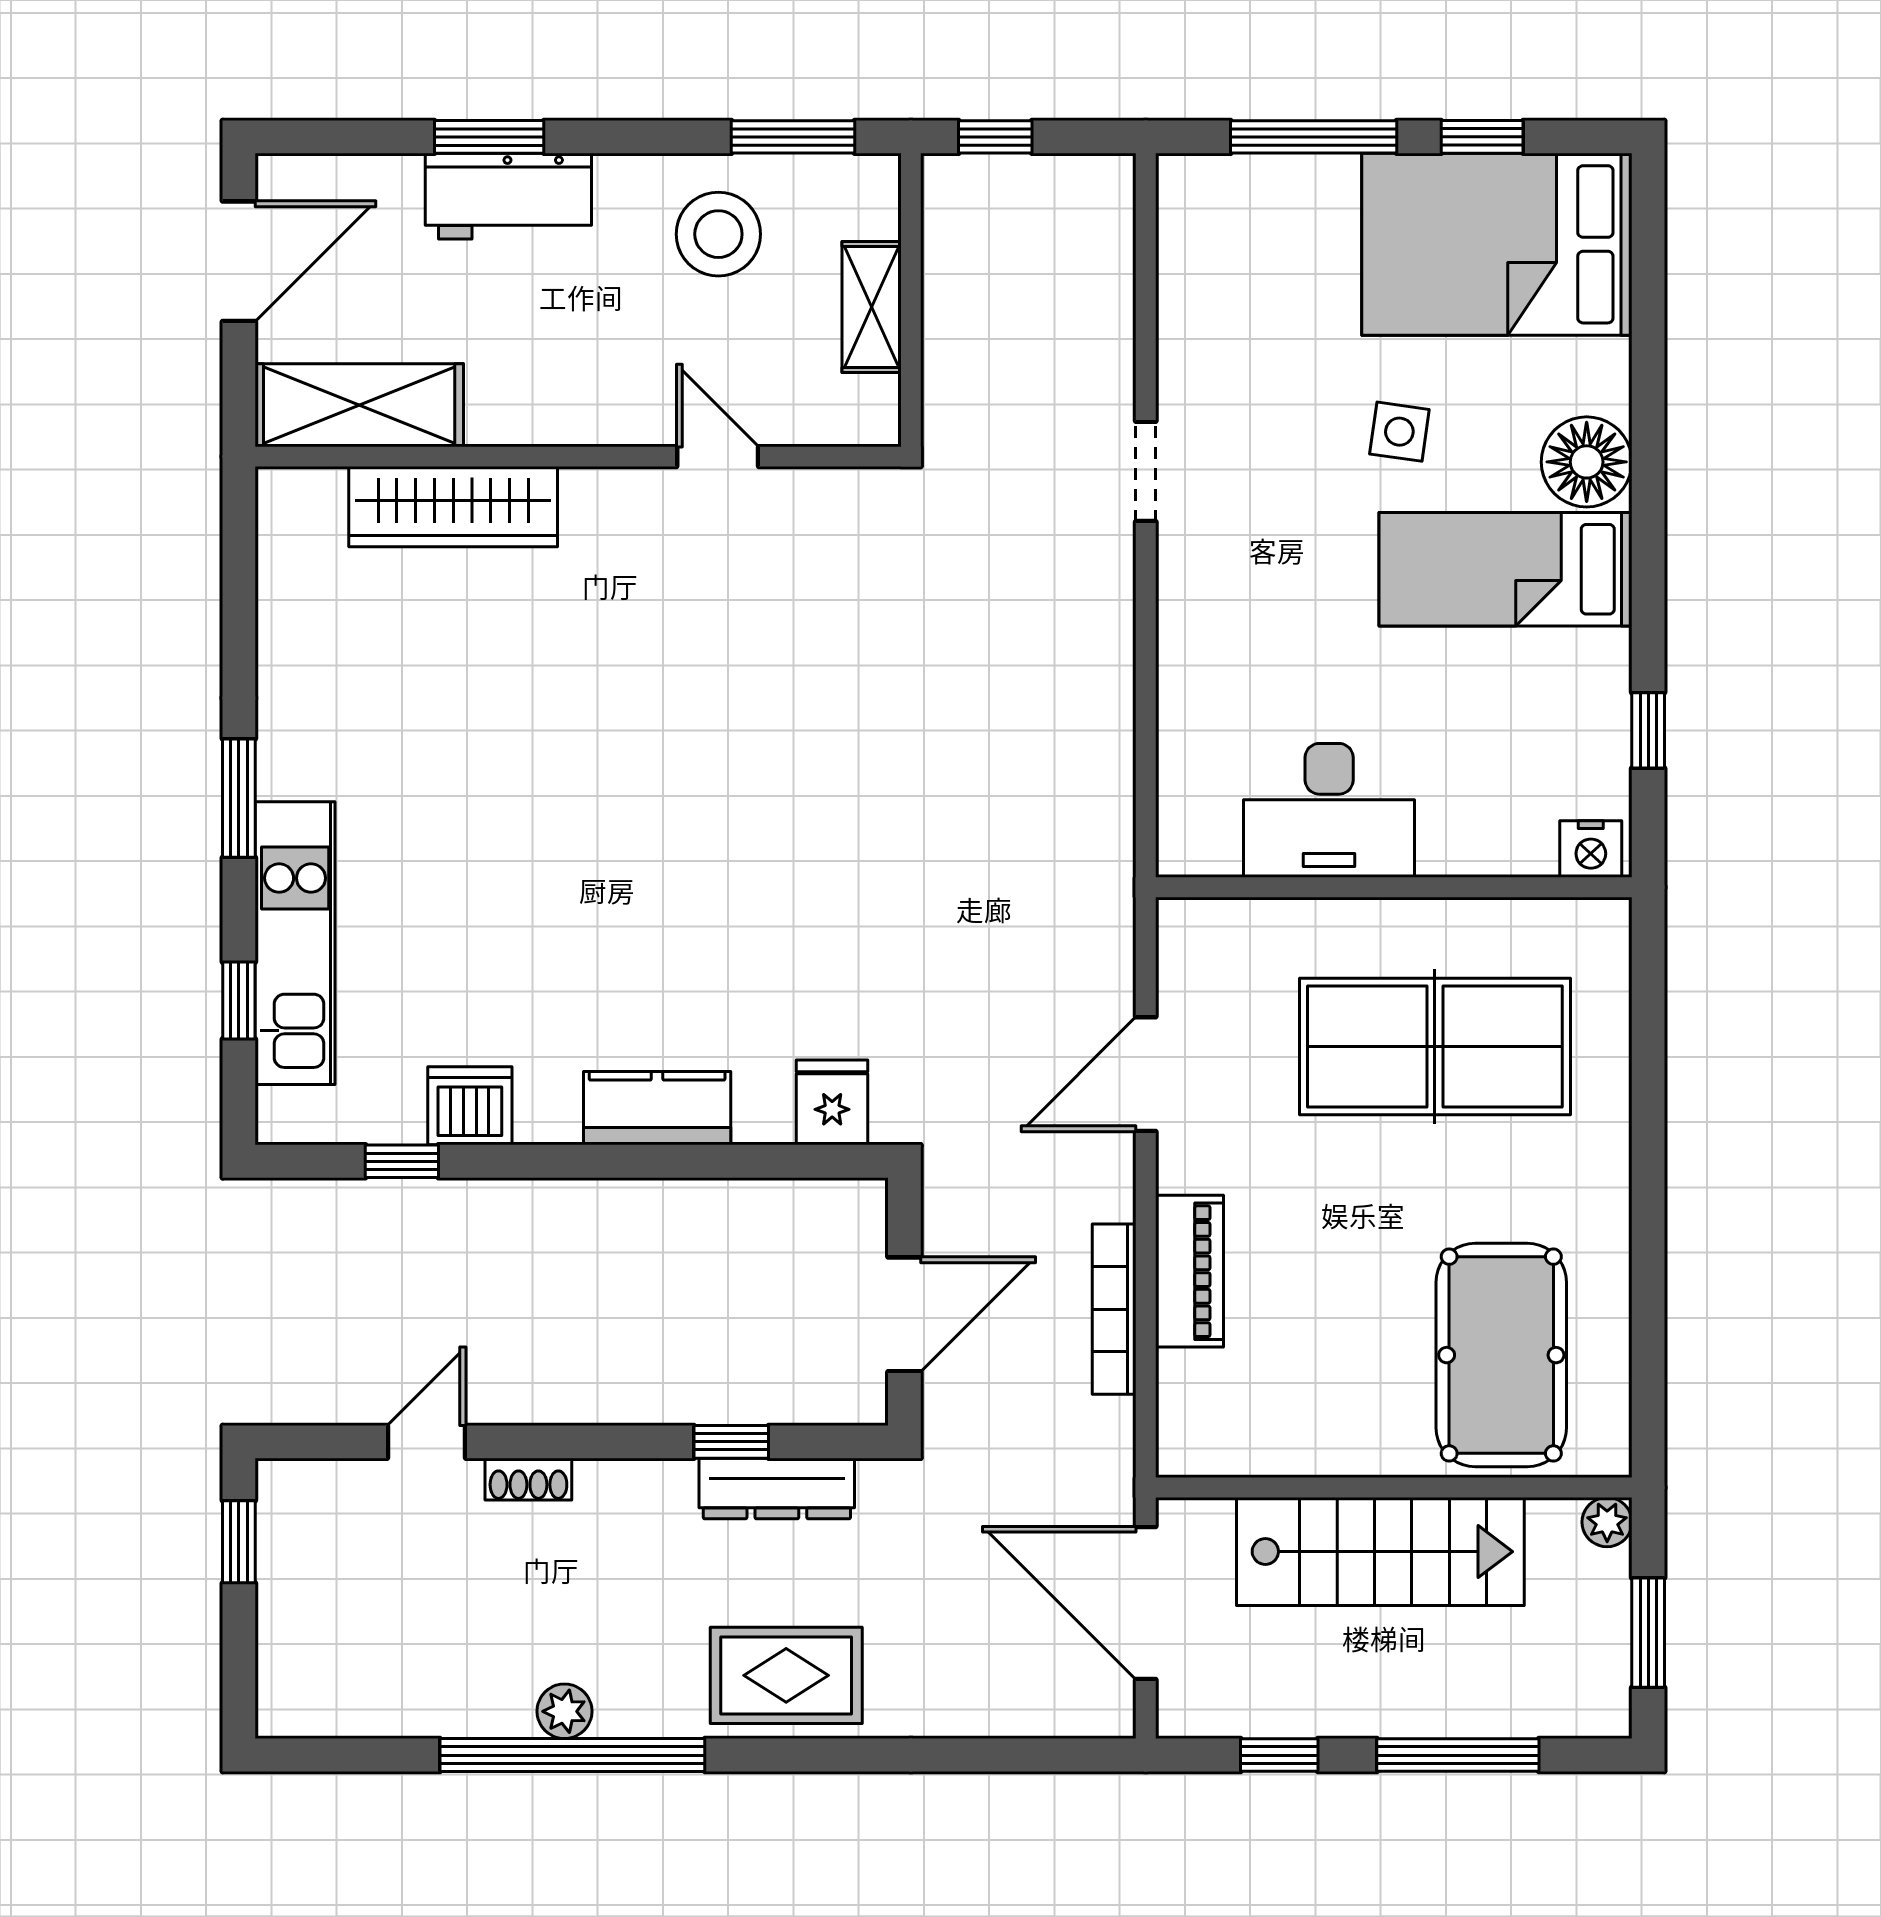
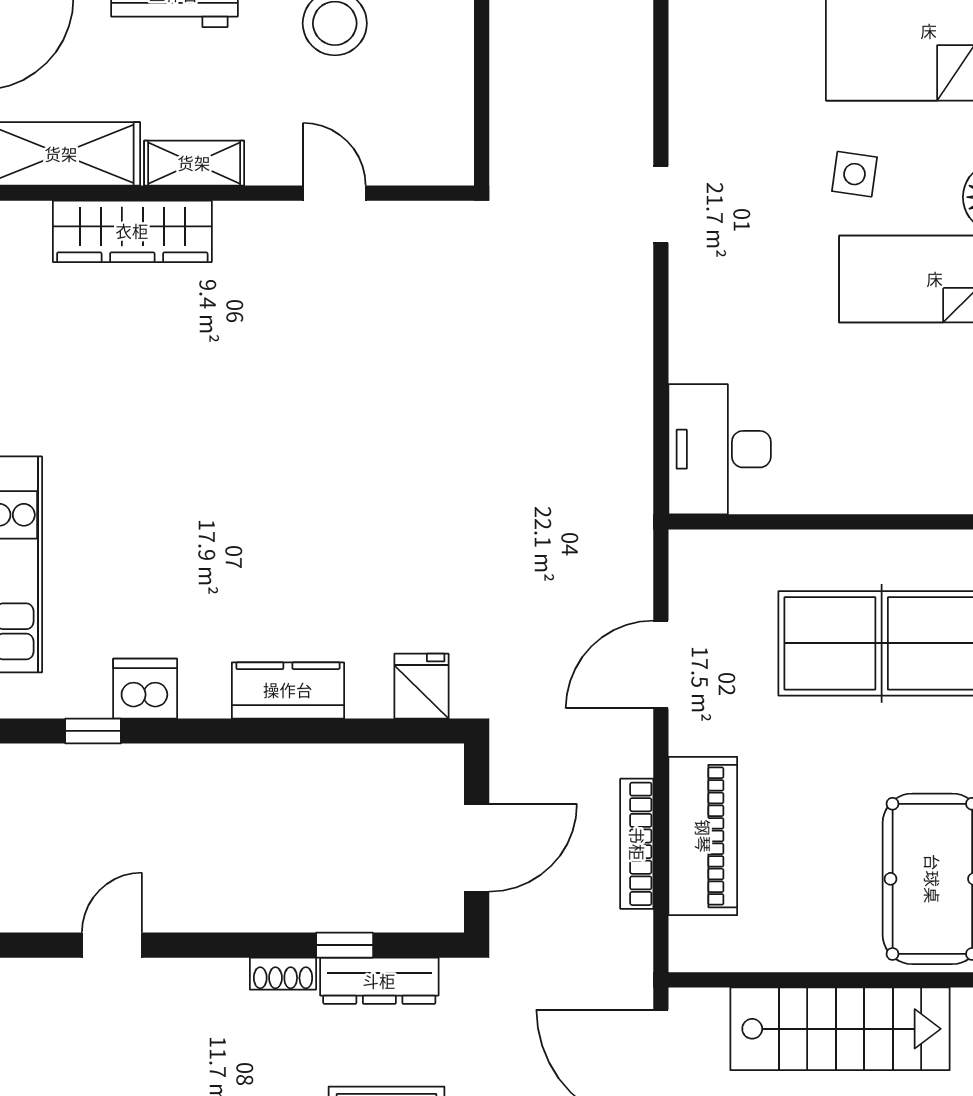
shelving: (872, 307) -> (194, 163), moved, turned 90
desk: (1329, 810) -> (720, 449), moved, turned 90
piano: (1190, 1271) -> (703, 836), width x1.37, depth x1.33
shoe rack: (528, 1479) -> (283, 974), moved

